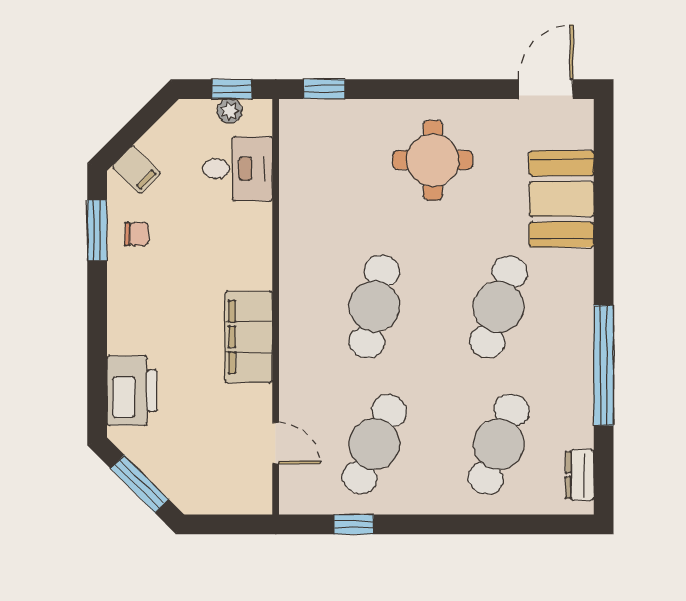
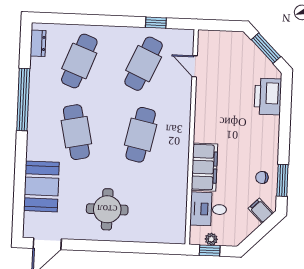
window: (324, 89) -> (162, 248), removed
cafe table: (499, 307) -> (76, 132), turned -30
filing cabinet: (249, 337) -> (204, 167), moved

